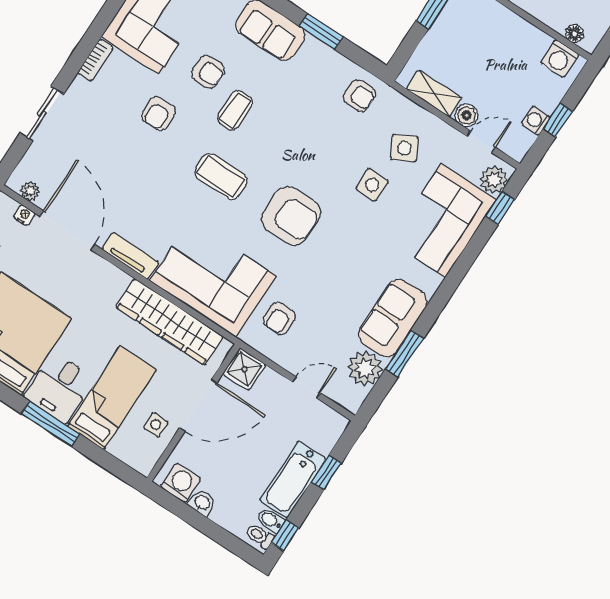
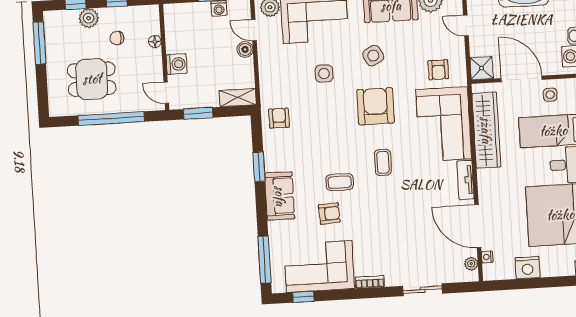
floor lamp: (574, 34) -> (155, 42), moved
washing machine: (560, 59) -> (177, 64), moved
armchair: (208, 72) -> (329, 213), turned 87
shelving: (434, 93) -> (238, 98), moved, turned 90
armchair: (158, 113) -> (373, 224), removed
side table: (404, 148) -> (373, 56), moved
coffee table: (221, 176) -> (383, 162), width x0.73, depth x0.77
door: (67, 230) -> (478, 226), hinge flipped
armchair: (279, 318) -> (438, 70), turned 90

